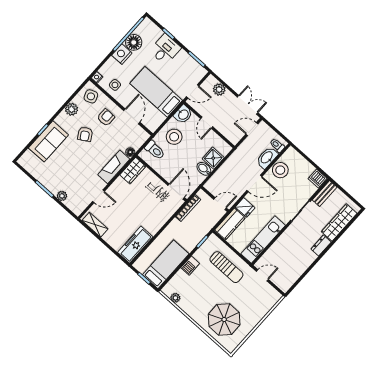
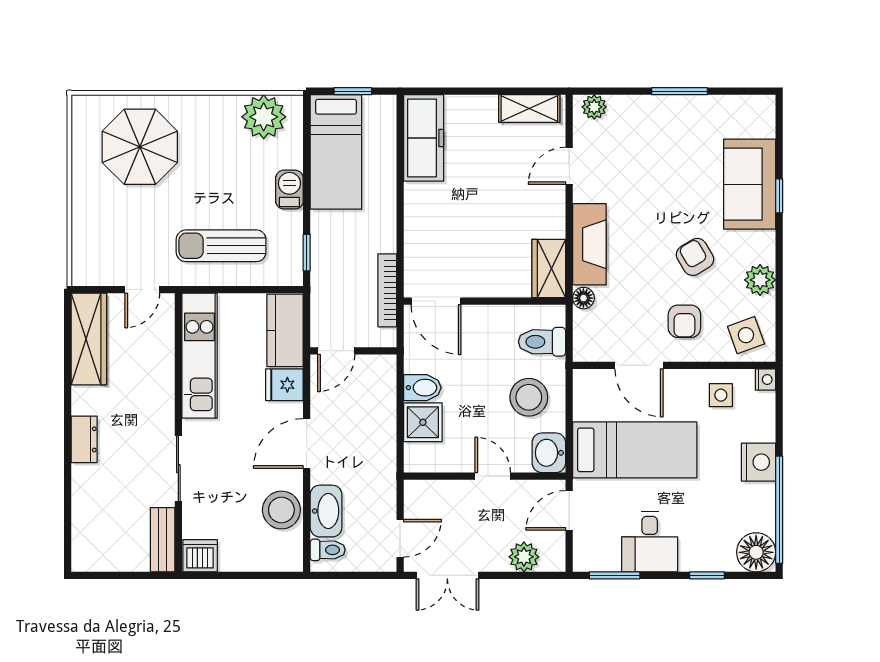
floor lamp: (134, 42) -> (756, 552), moved
desk: (165, 49) -> (650, 542), moved
plant: (62, 196) -> (594, 107), moved
wardrobe: (339, 223) -> (89, 339), moved
plant: (175, 298) -> (264, 117), width x1.87, depth x1.87

